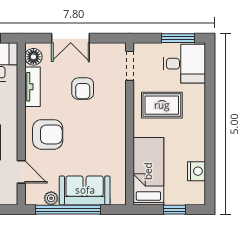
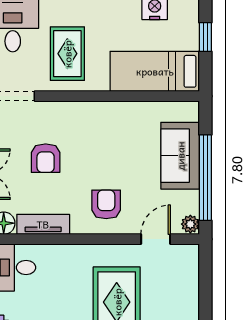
armchair: (83, 89) -> (46, 158), turned 90
armchair: (48, 134) -> (106, 204), width x0.72, depth x0.72
plant: (51, 198) -> (190, 224), moved

